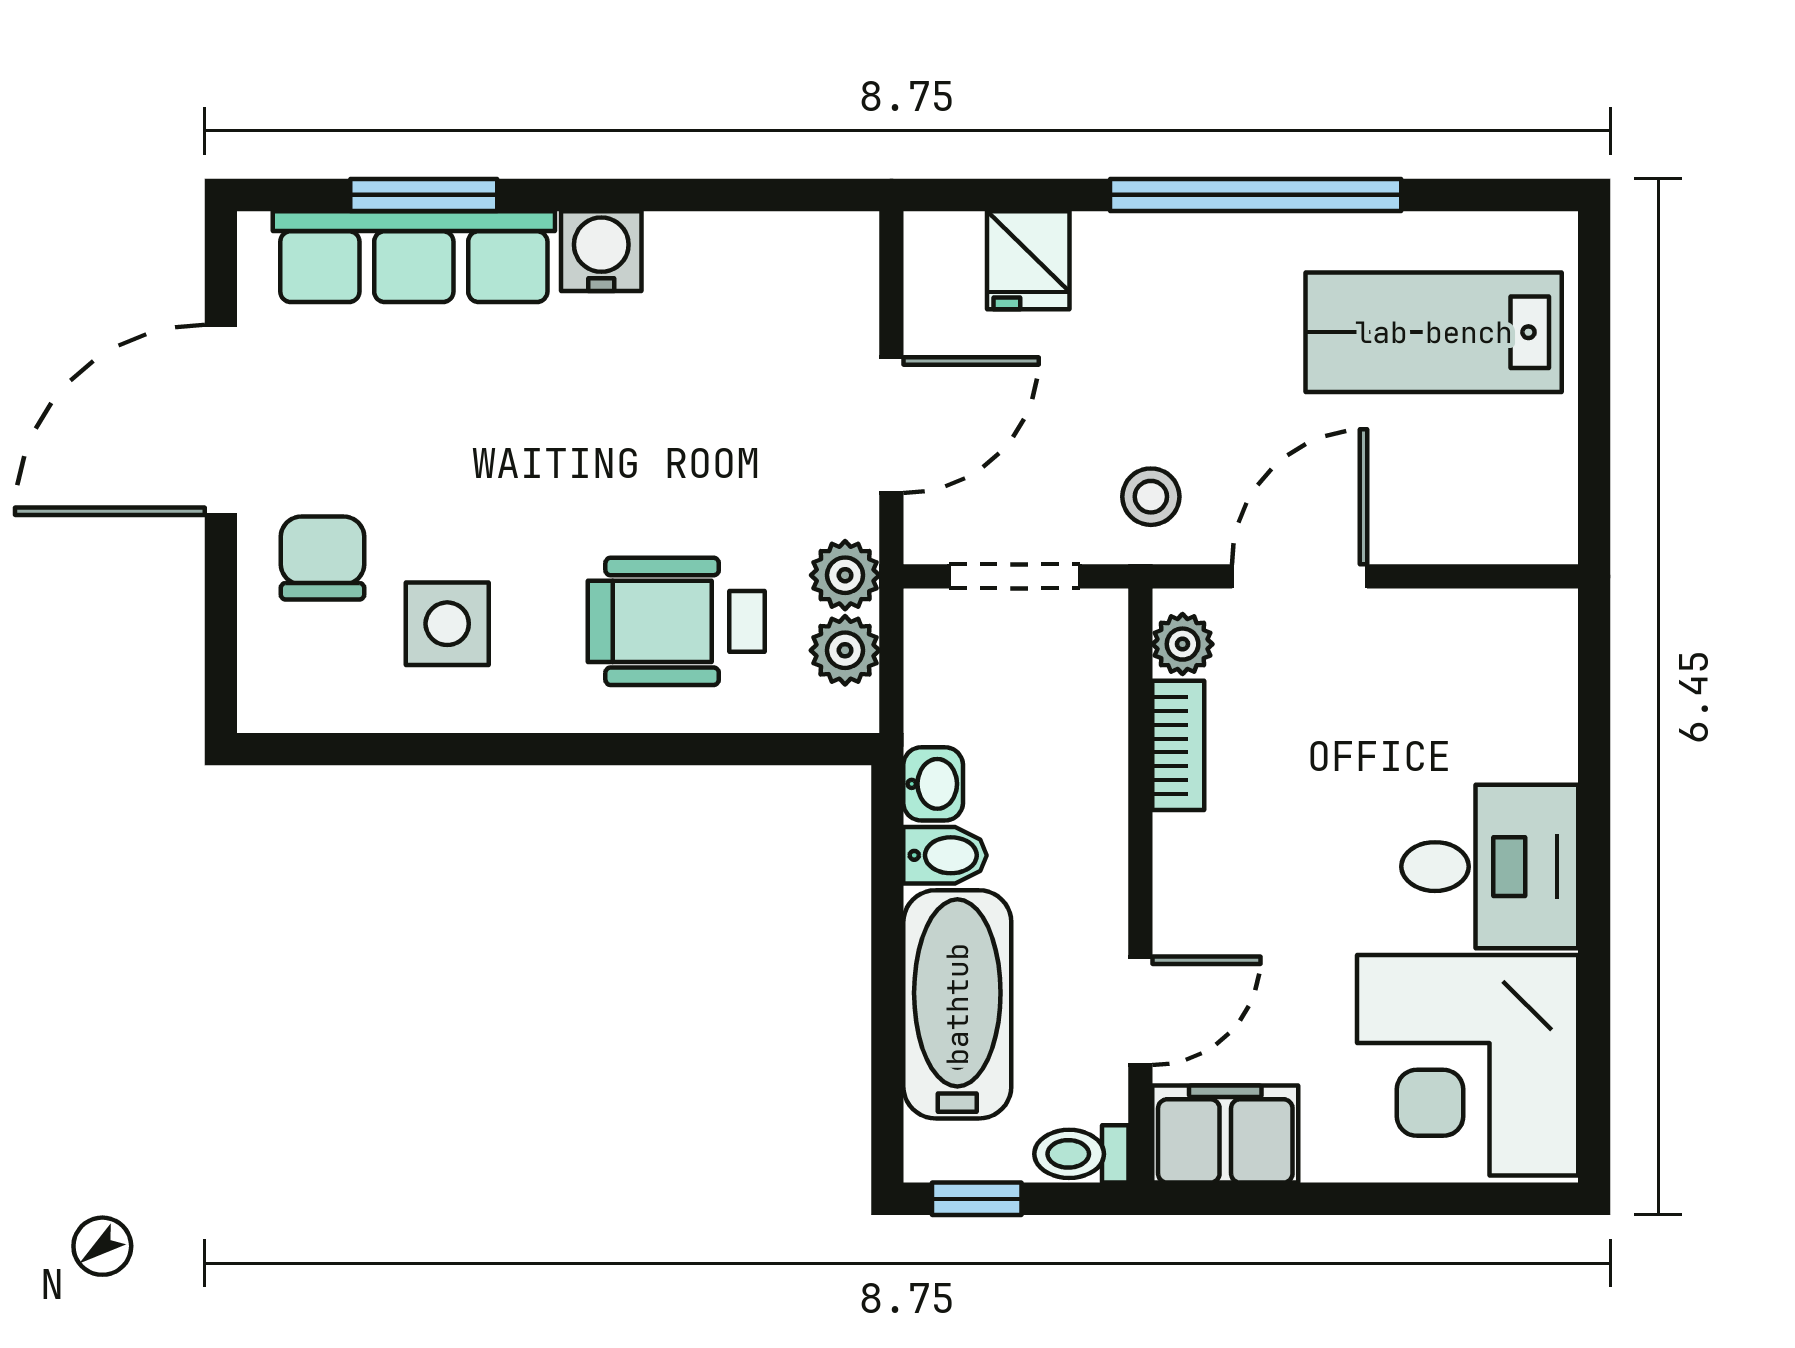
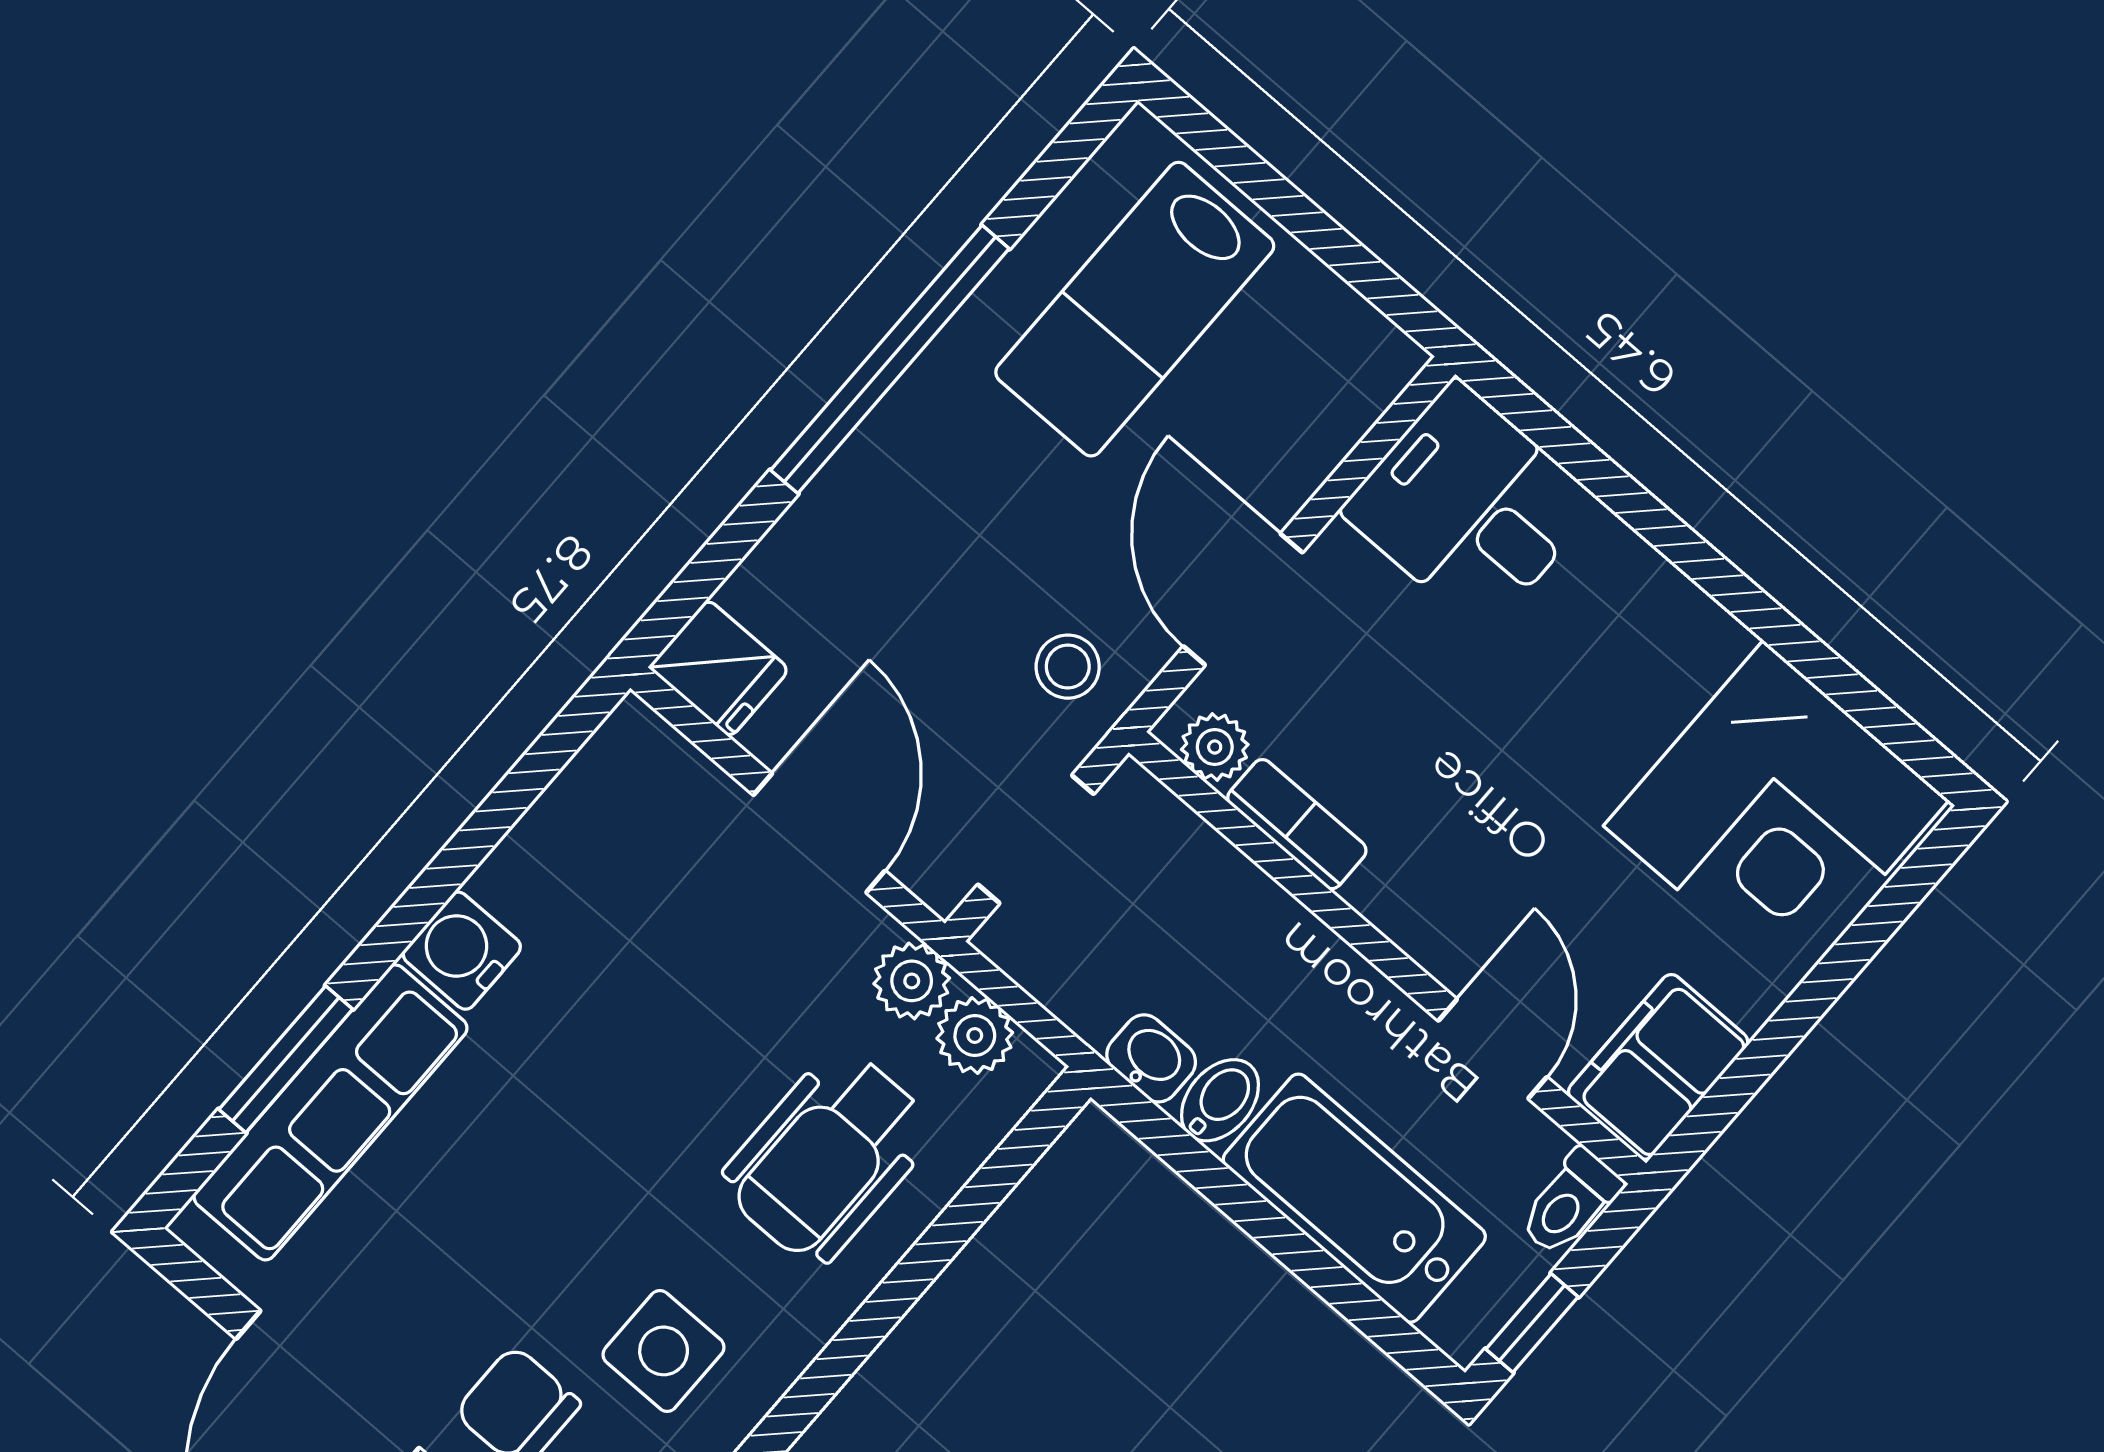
fridge: (1028, 260) -> (719, 668), moved
desk: (1490, 867) -> (1470, 507), moved, turned -90

